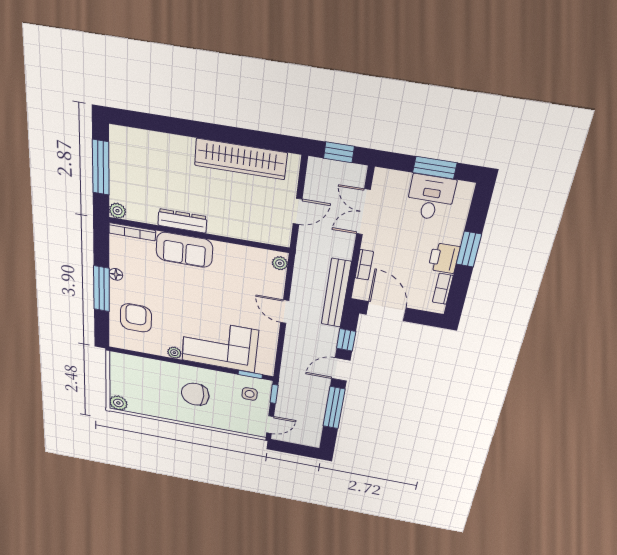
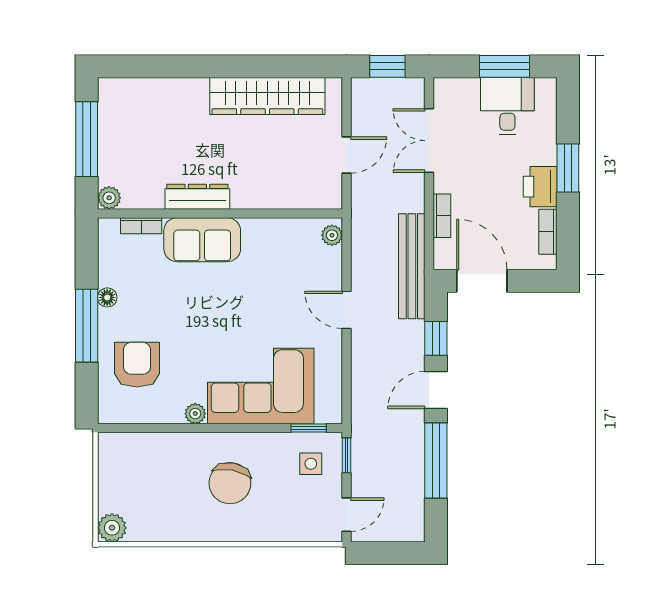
bookcase: (132, 232) -> (141, 226), width x0.64
chair: (195, 394) -> (230, 483), turned -79

